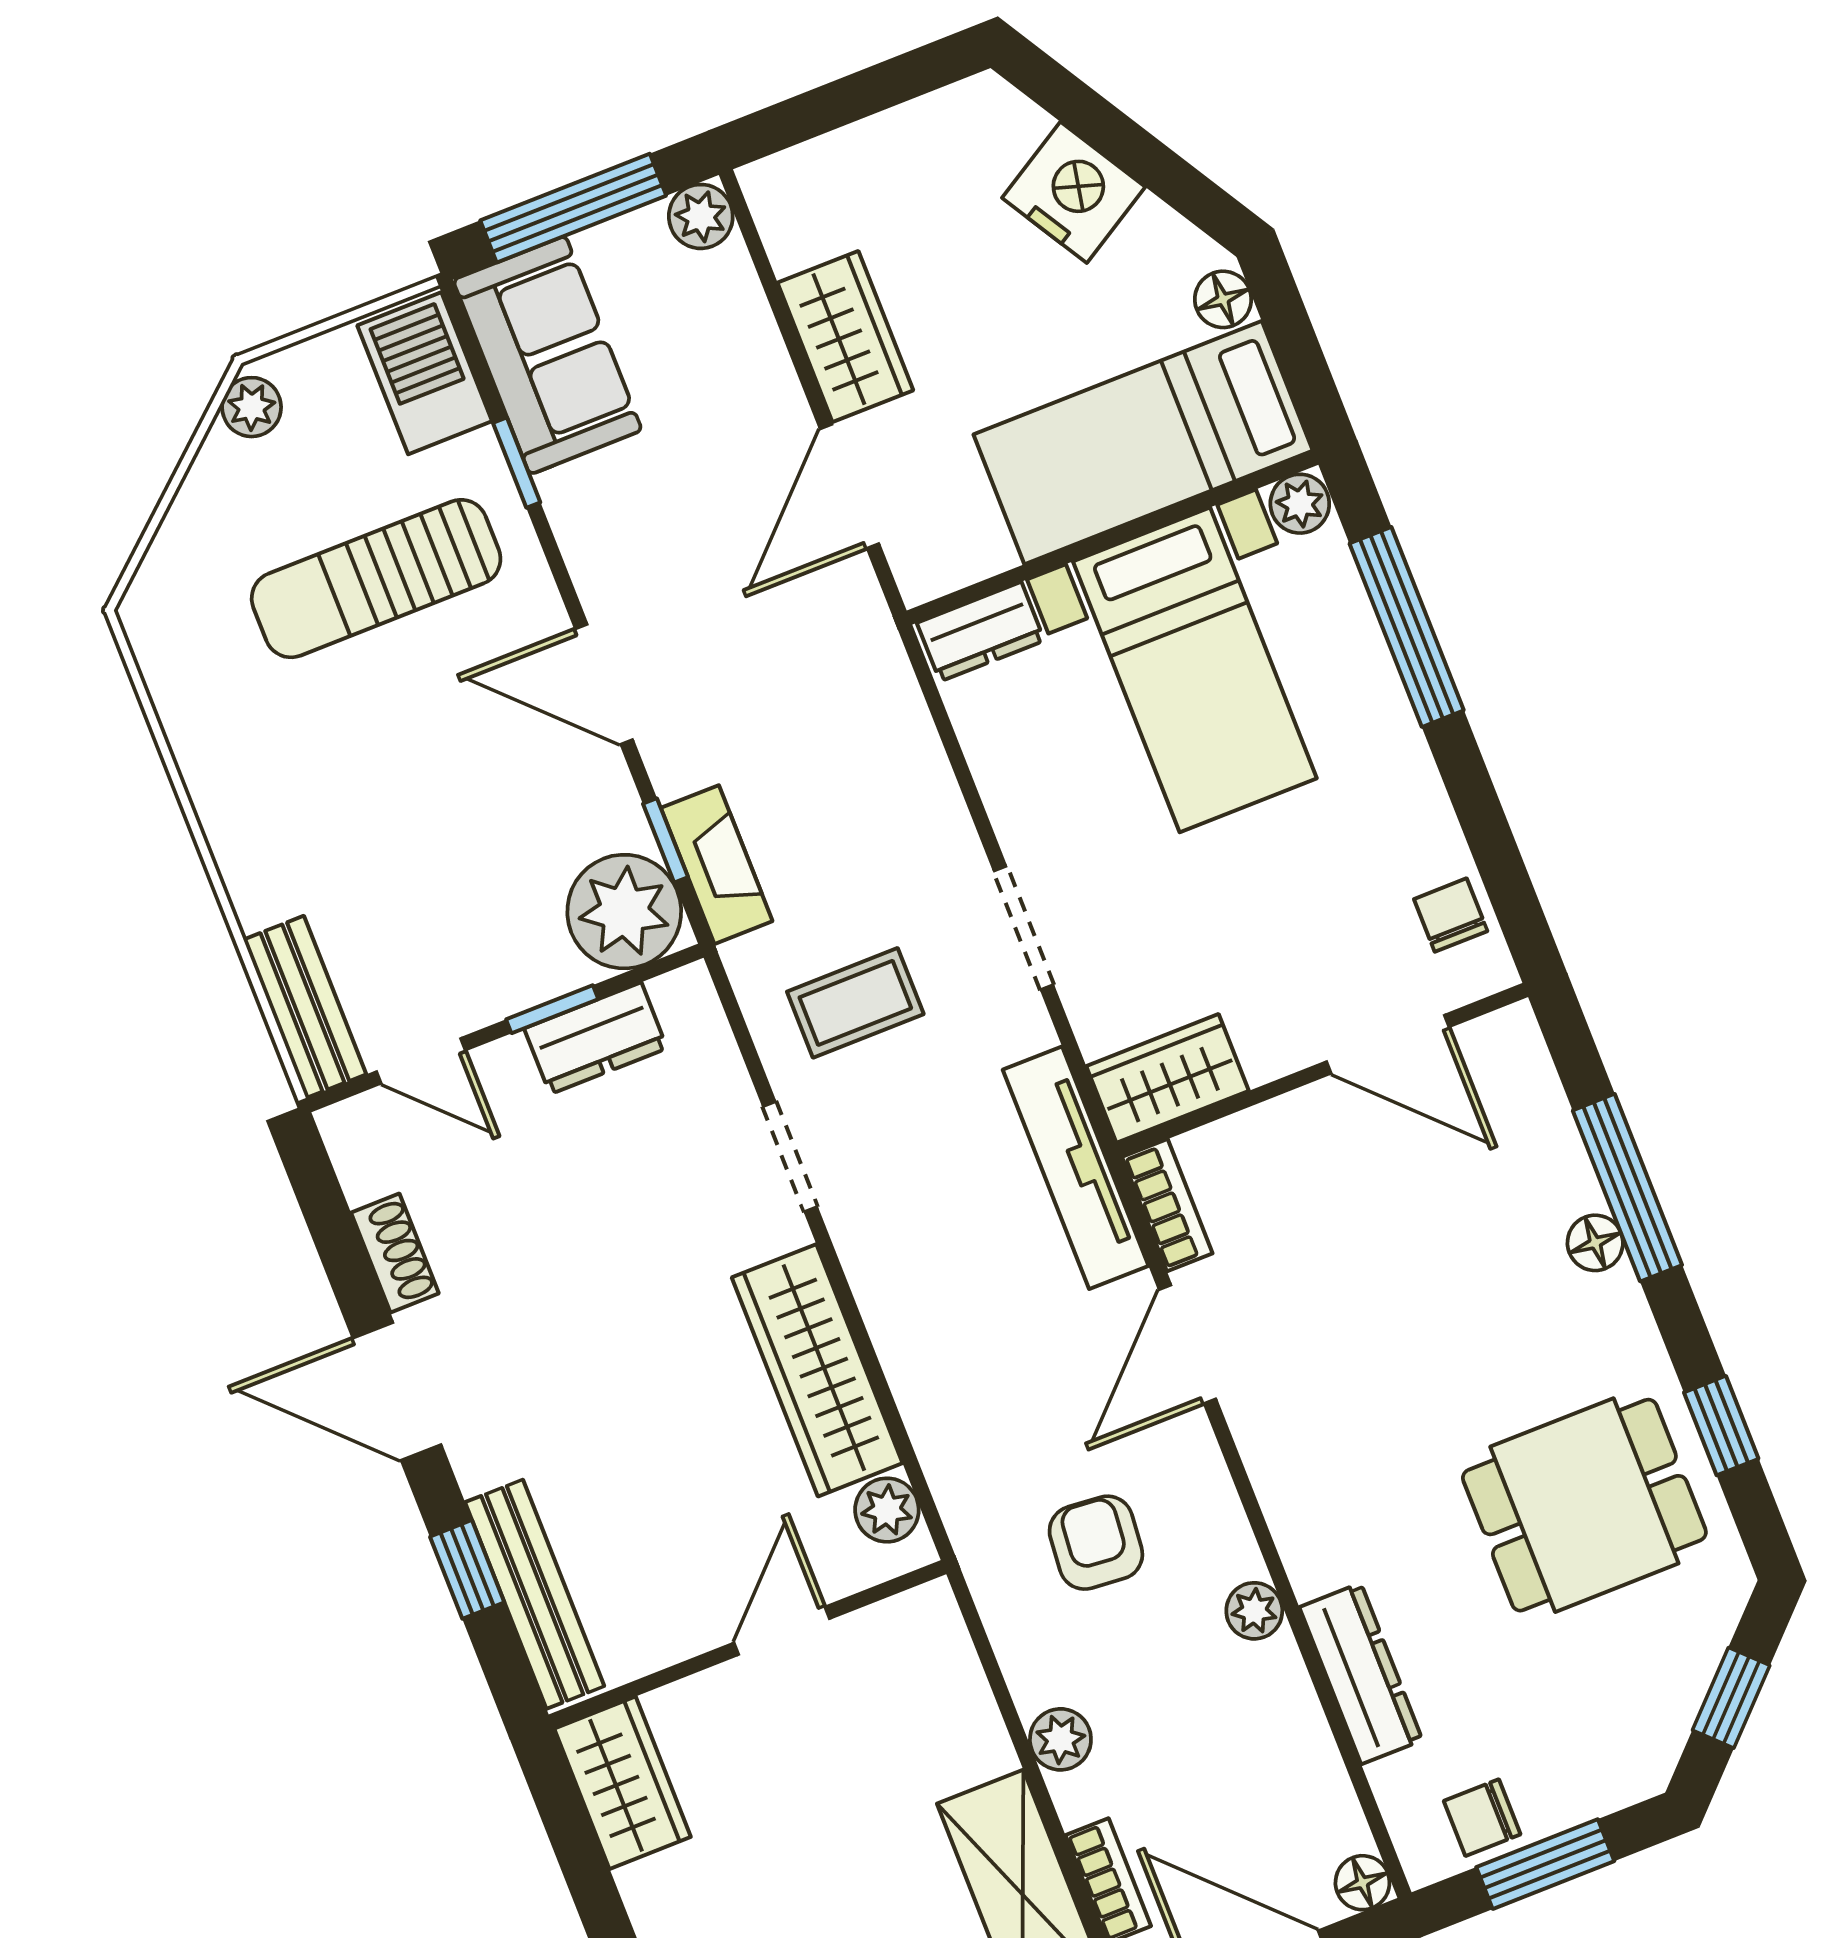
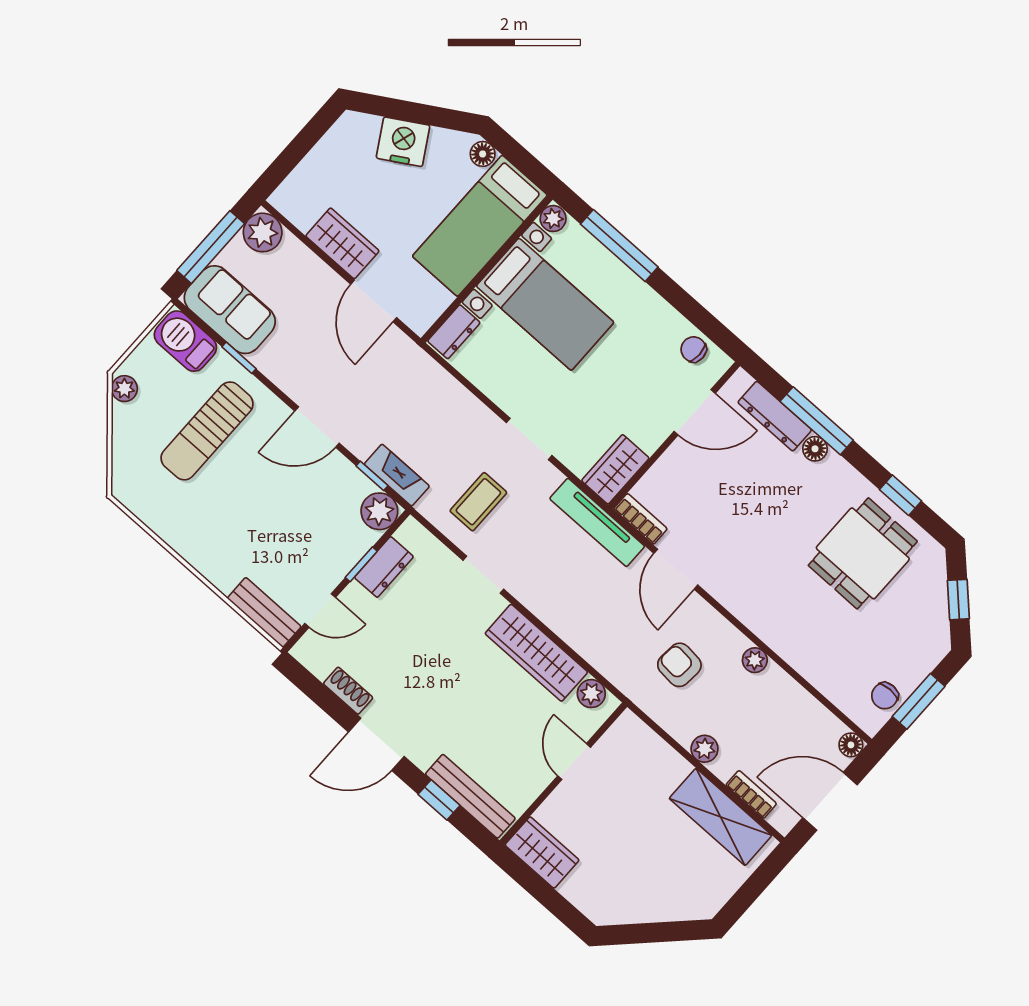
plant: (701, 216) -> (263, 232), width x1.38, depth x1.38
plant: (624, 912) -> (379, 511), width x0.73, depth x0.73
dresser: (1361, 1674) -> (775, 416), moved, turned 180

